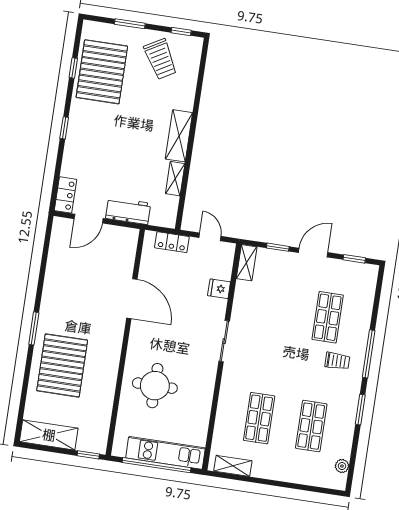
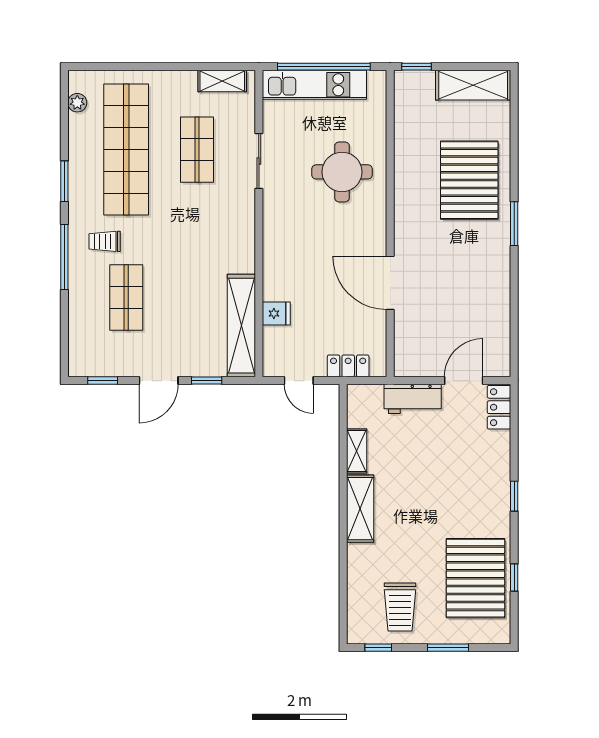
trolley: (161, 59) -> (400, 607), turned -150
shelving: (247, 263) -> (241, 326), width x2.20, depth x1.33
sliding door: (224, 341) -> (259, 161), moved
shop shelf: (311, 426) -> (126, 150), width x2.00, depth x1.36

